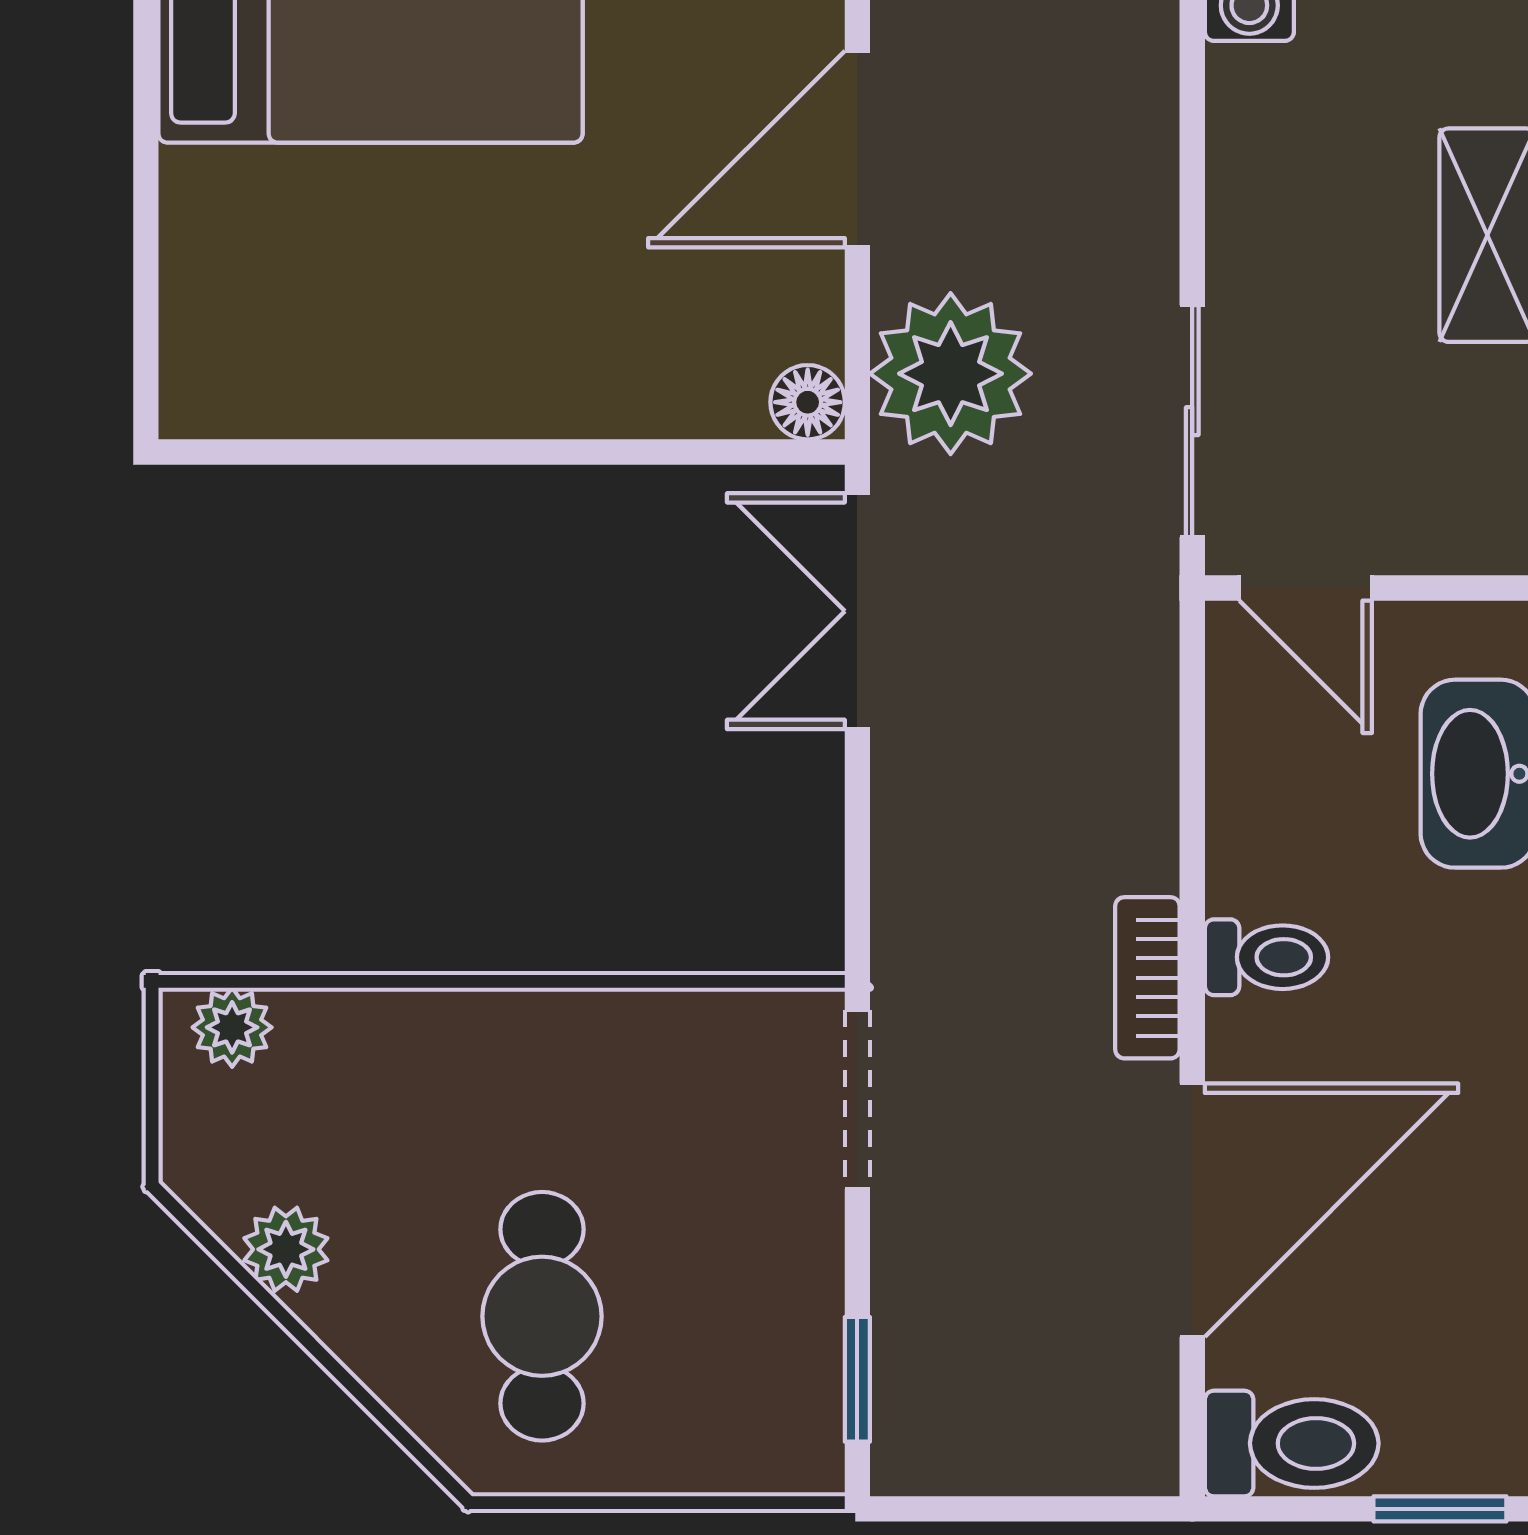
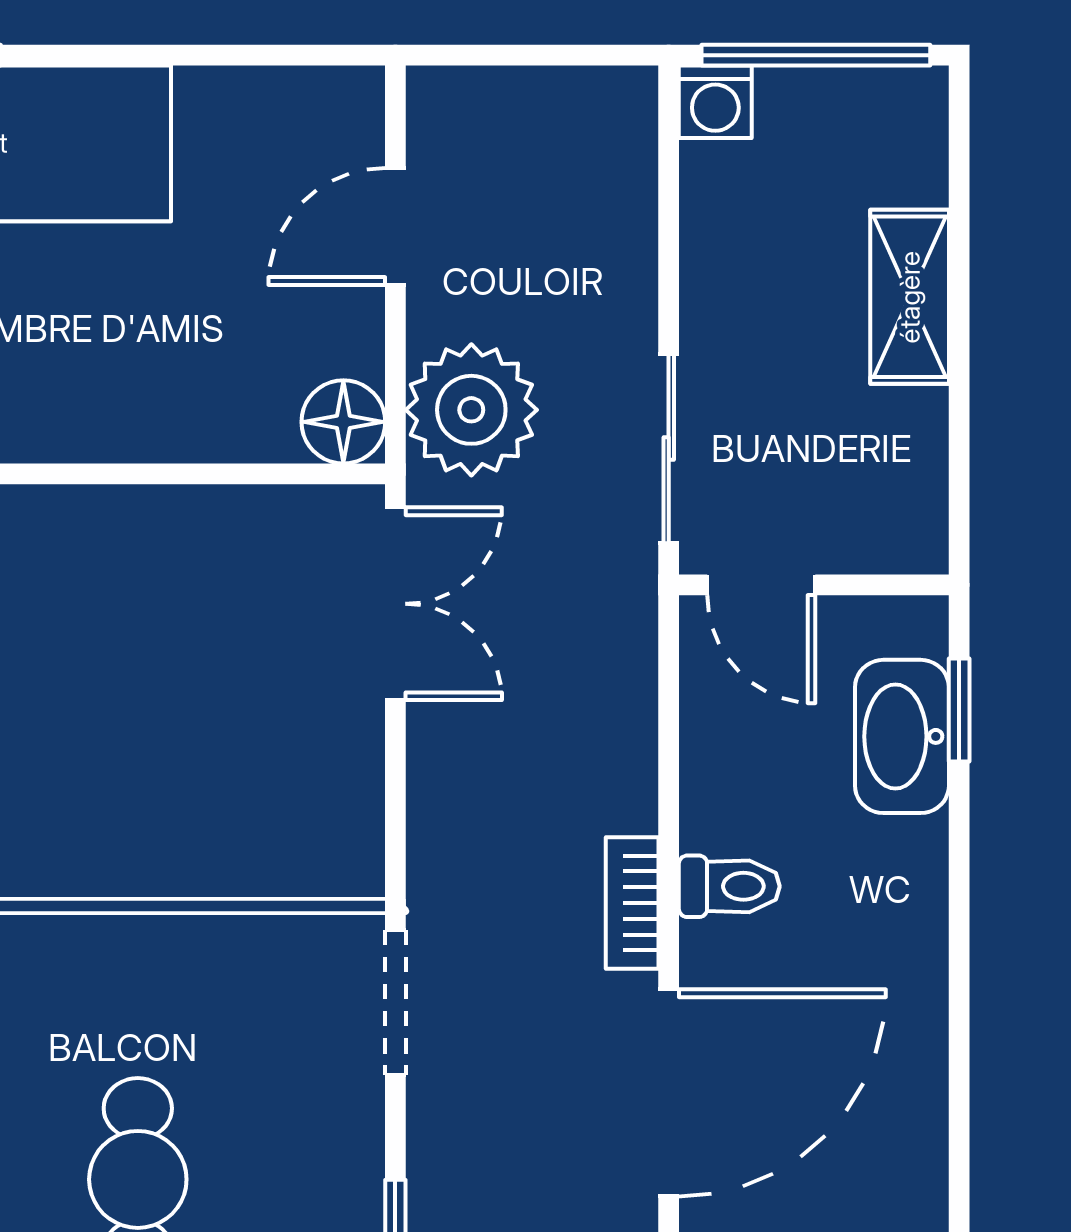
door: (857, 149) -> (395, 227), width x0.73
floor lamp: (808, 402) -> (343, 422), width x1.37, depth x1.37
double door: (857, 611) -> (395, 604), swing flipped

